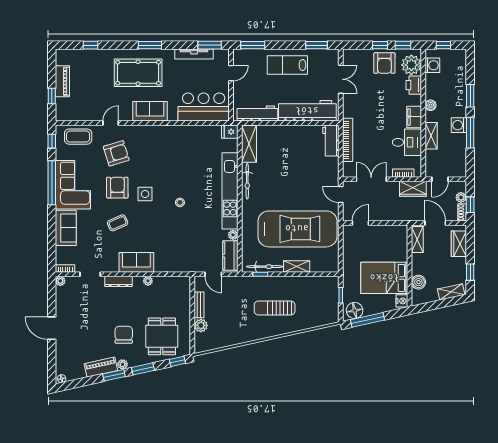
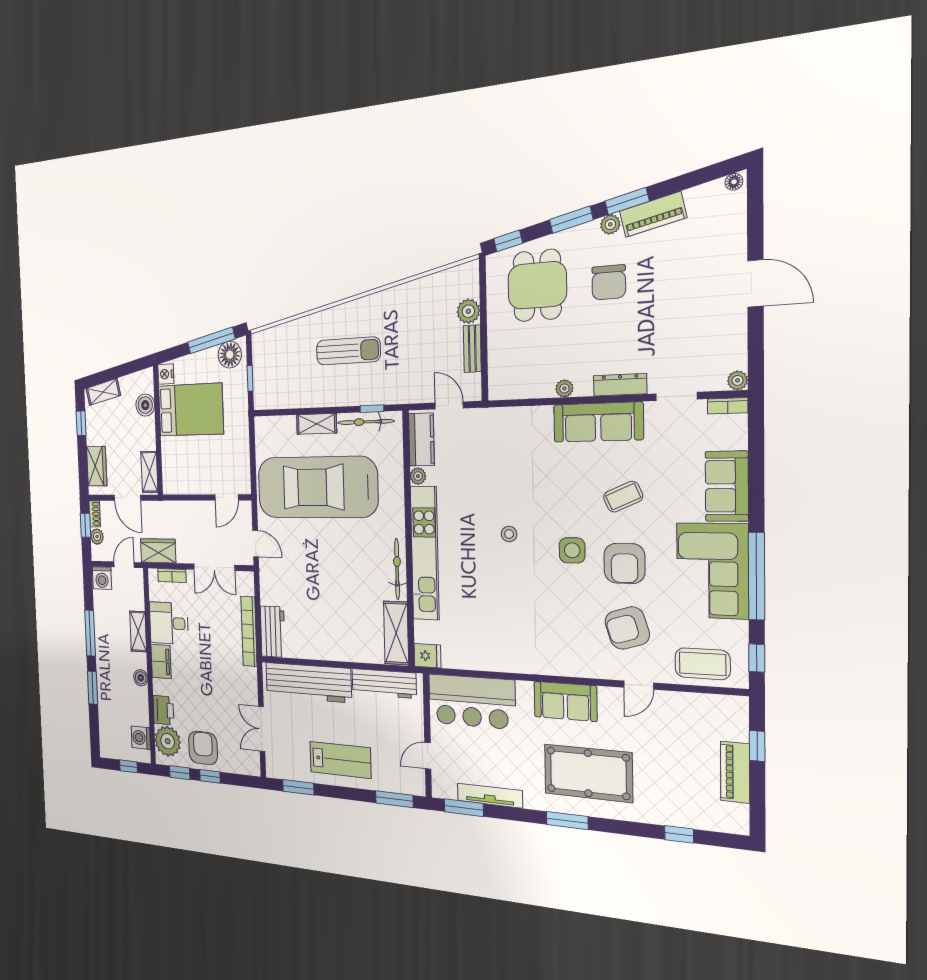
washing machine: (459, 125) -> (102, 578), moved, turned 90
sofa: (136, 262) -> (598, 422), width x1.36

